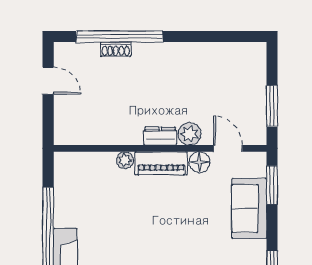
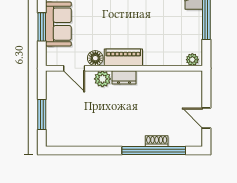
window: (272, 106) -> (42, 115), moved
plant: (125, 160) -> (192, 60), moved
window: (272, 185) -> (42, 27), moved

